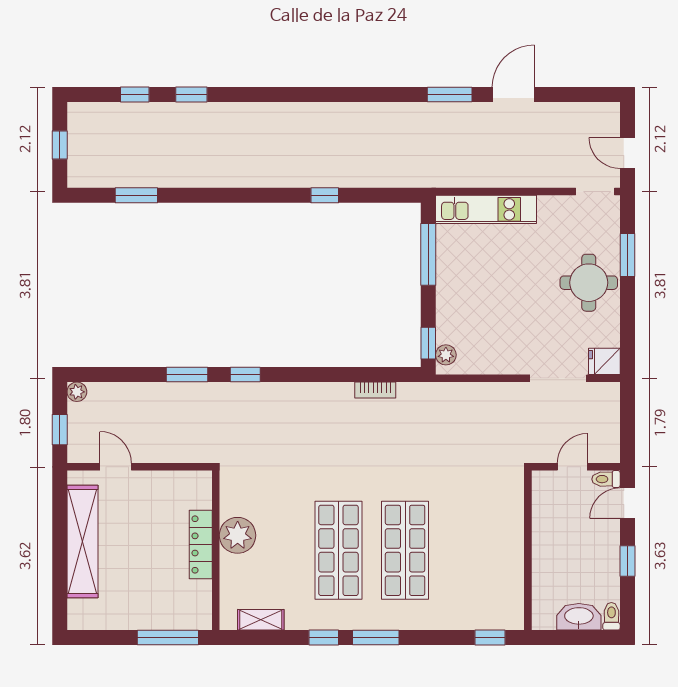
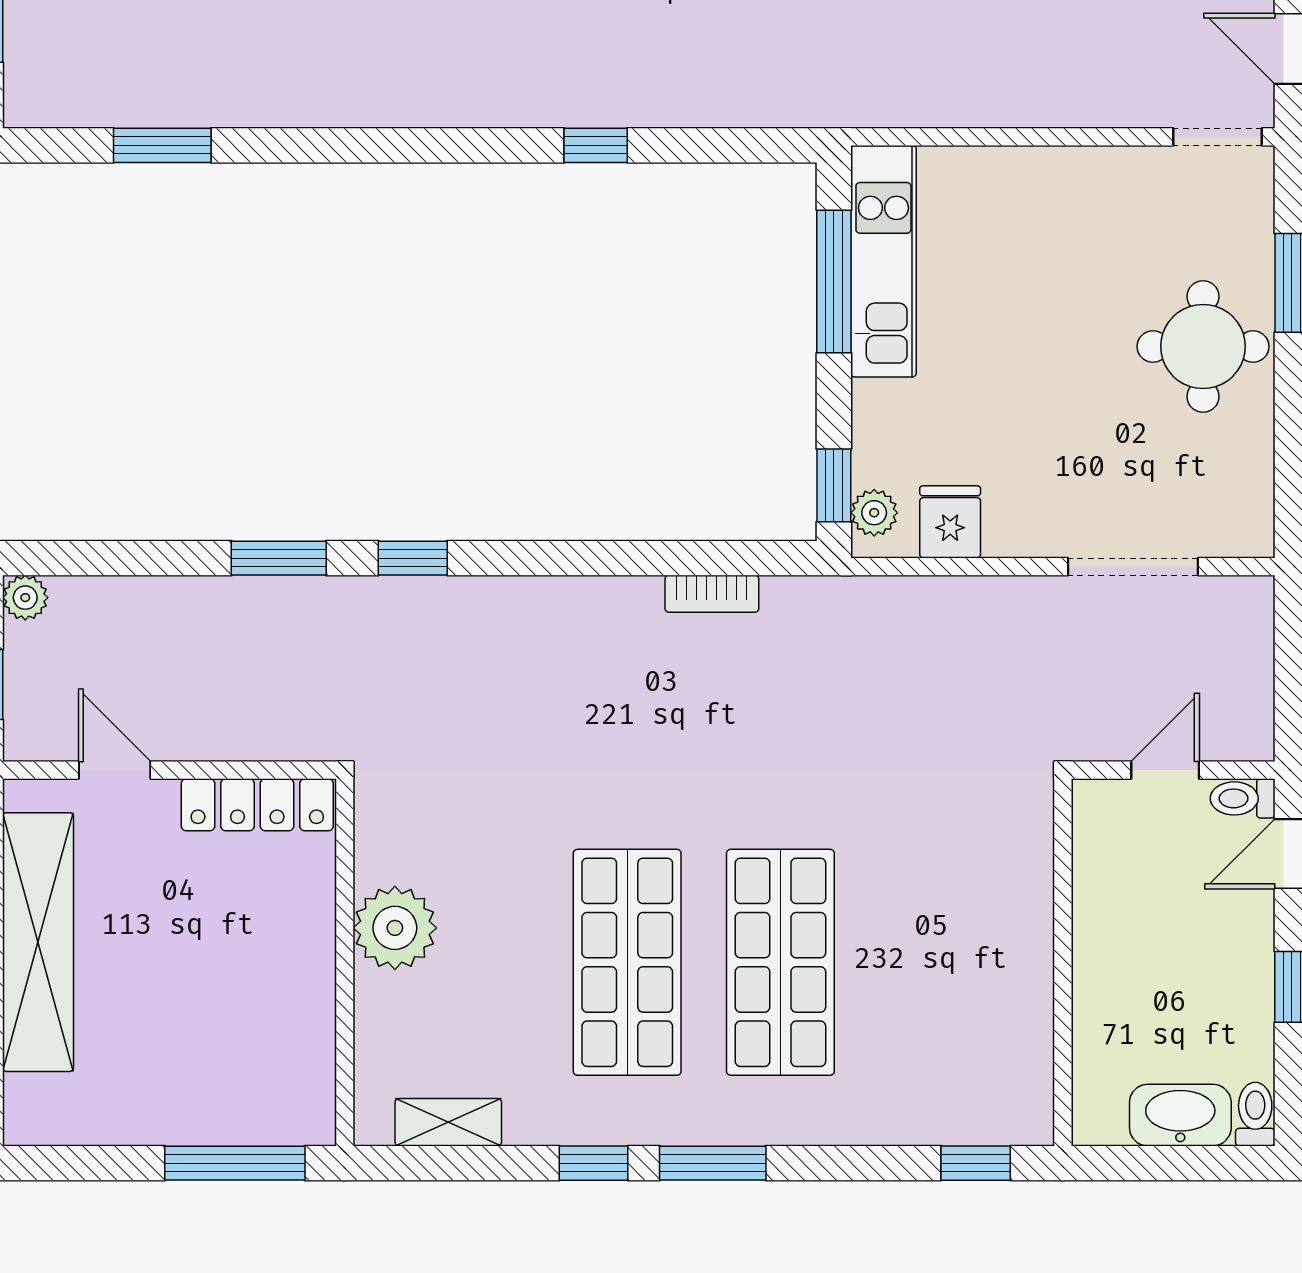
kitchen unit: (486, 209) -> (883, 261), moved, turned -90
fridge: (604, 361) -> (950, 522), moved, turned 90
locker: (201, 544) -> (257, 805), moved, turned -90

